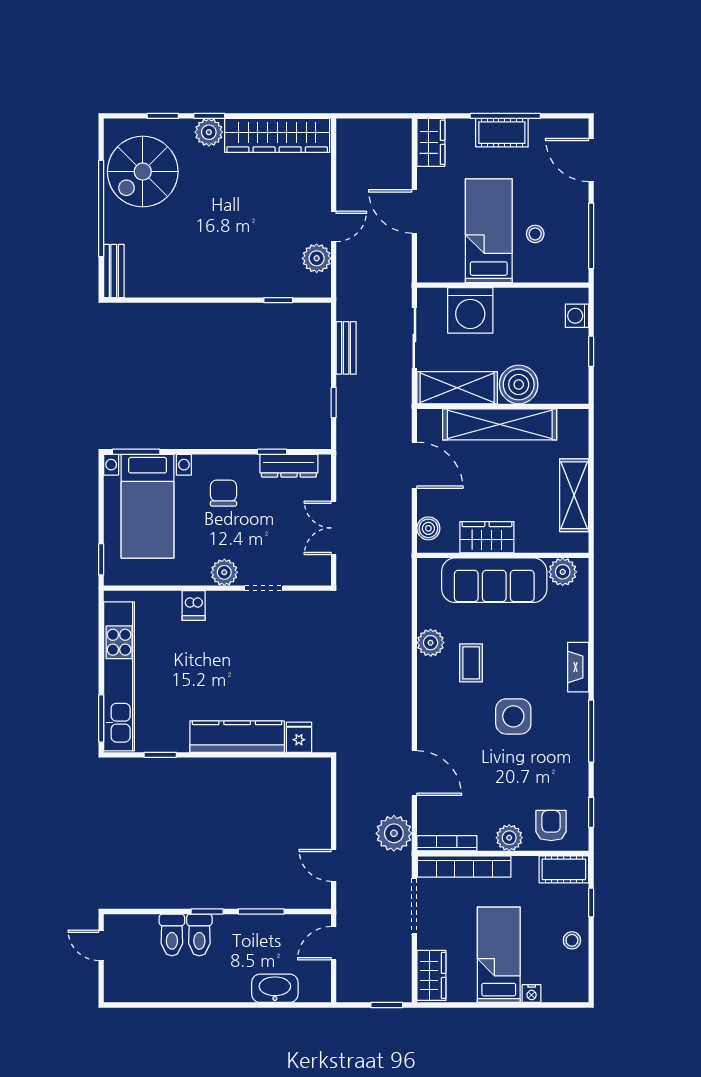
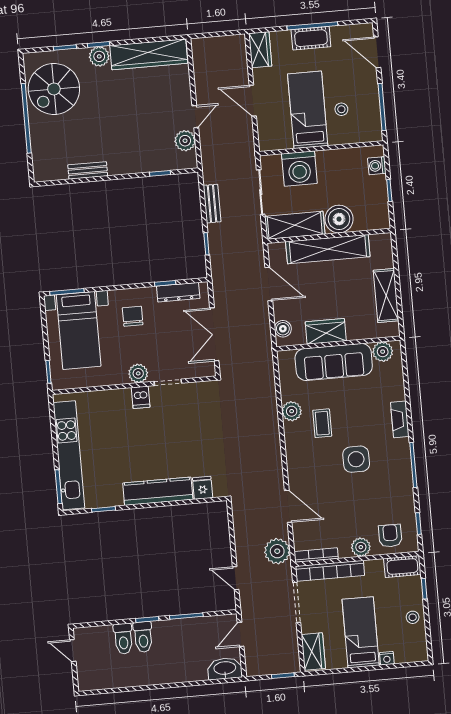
bench: (114, 271) -> (88, 170), moved, turned 90
double door: (334, 528) -> (214, 334), width x1.37
dishwasher: (194, 605) -> (141, 397), moved
washbasin: (275, 988) -> (225, 669), moved

